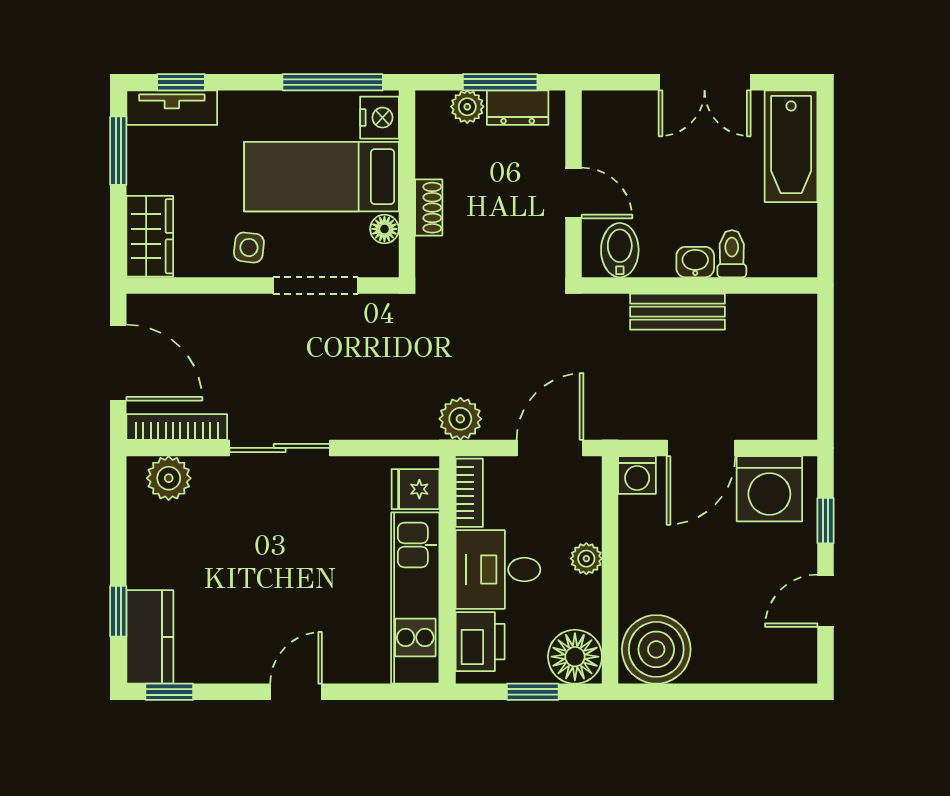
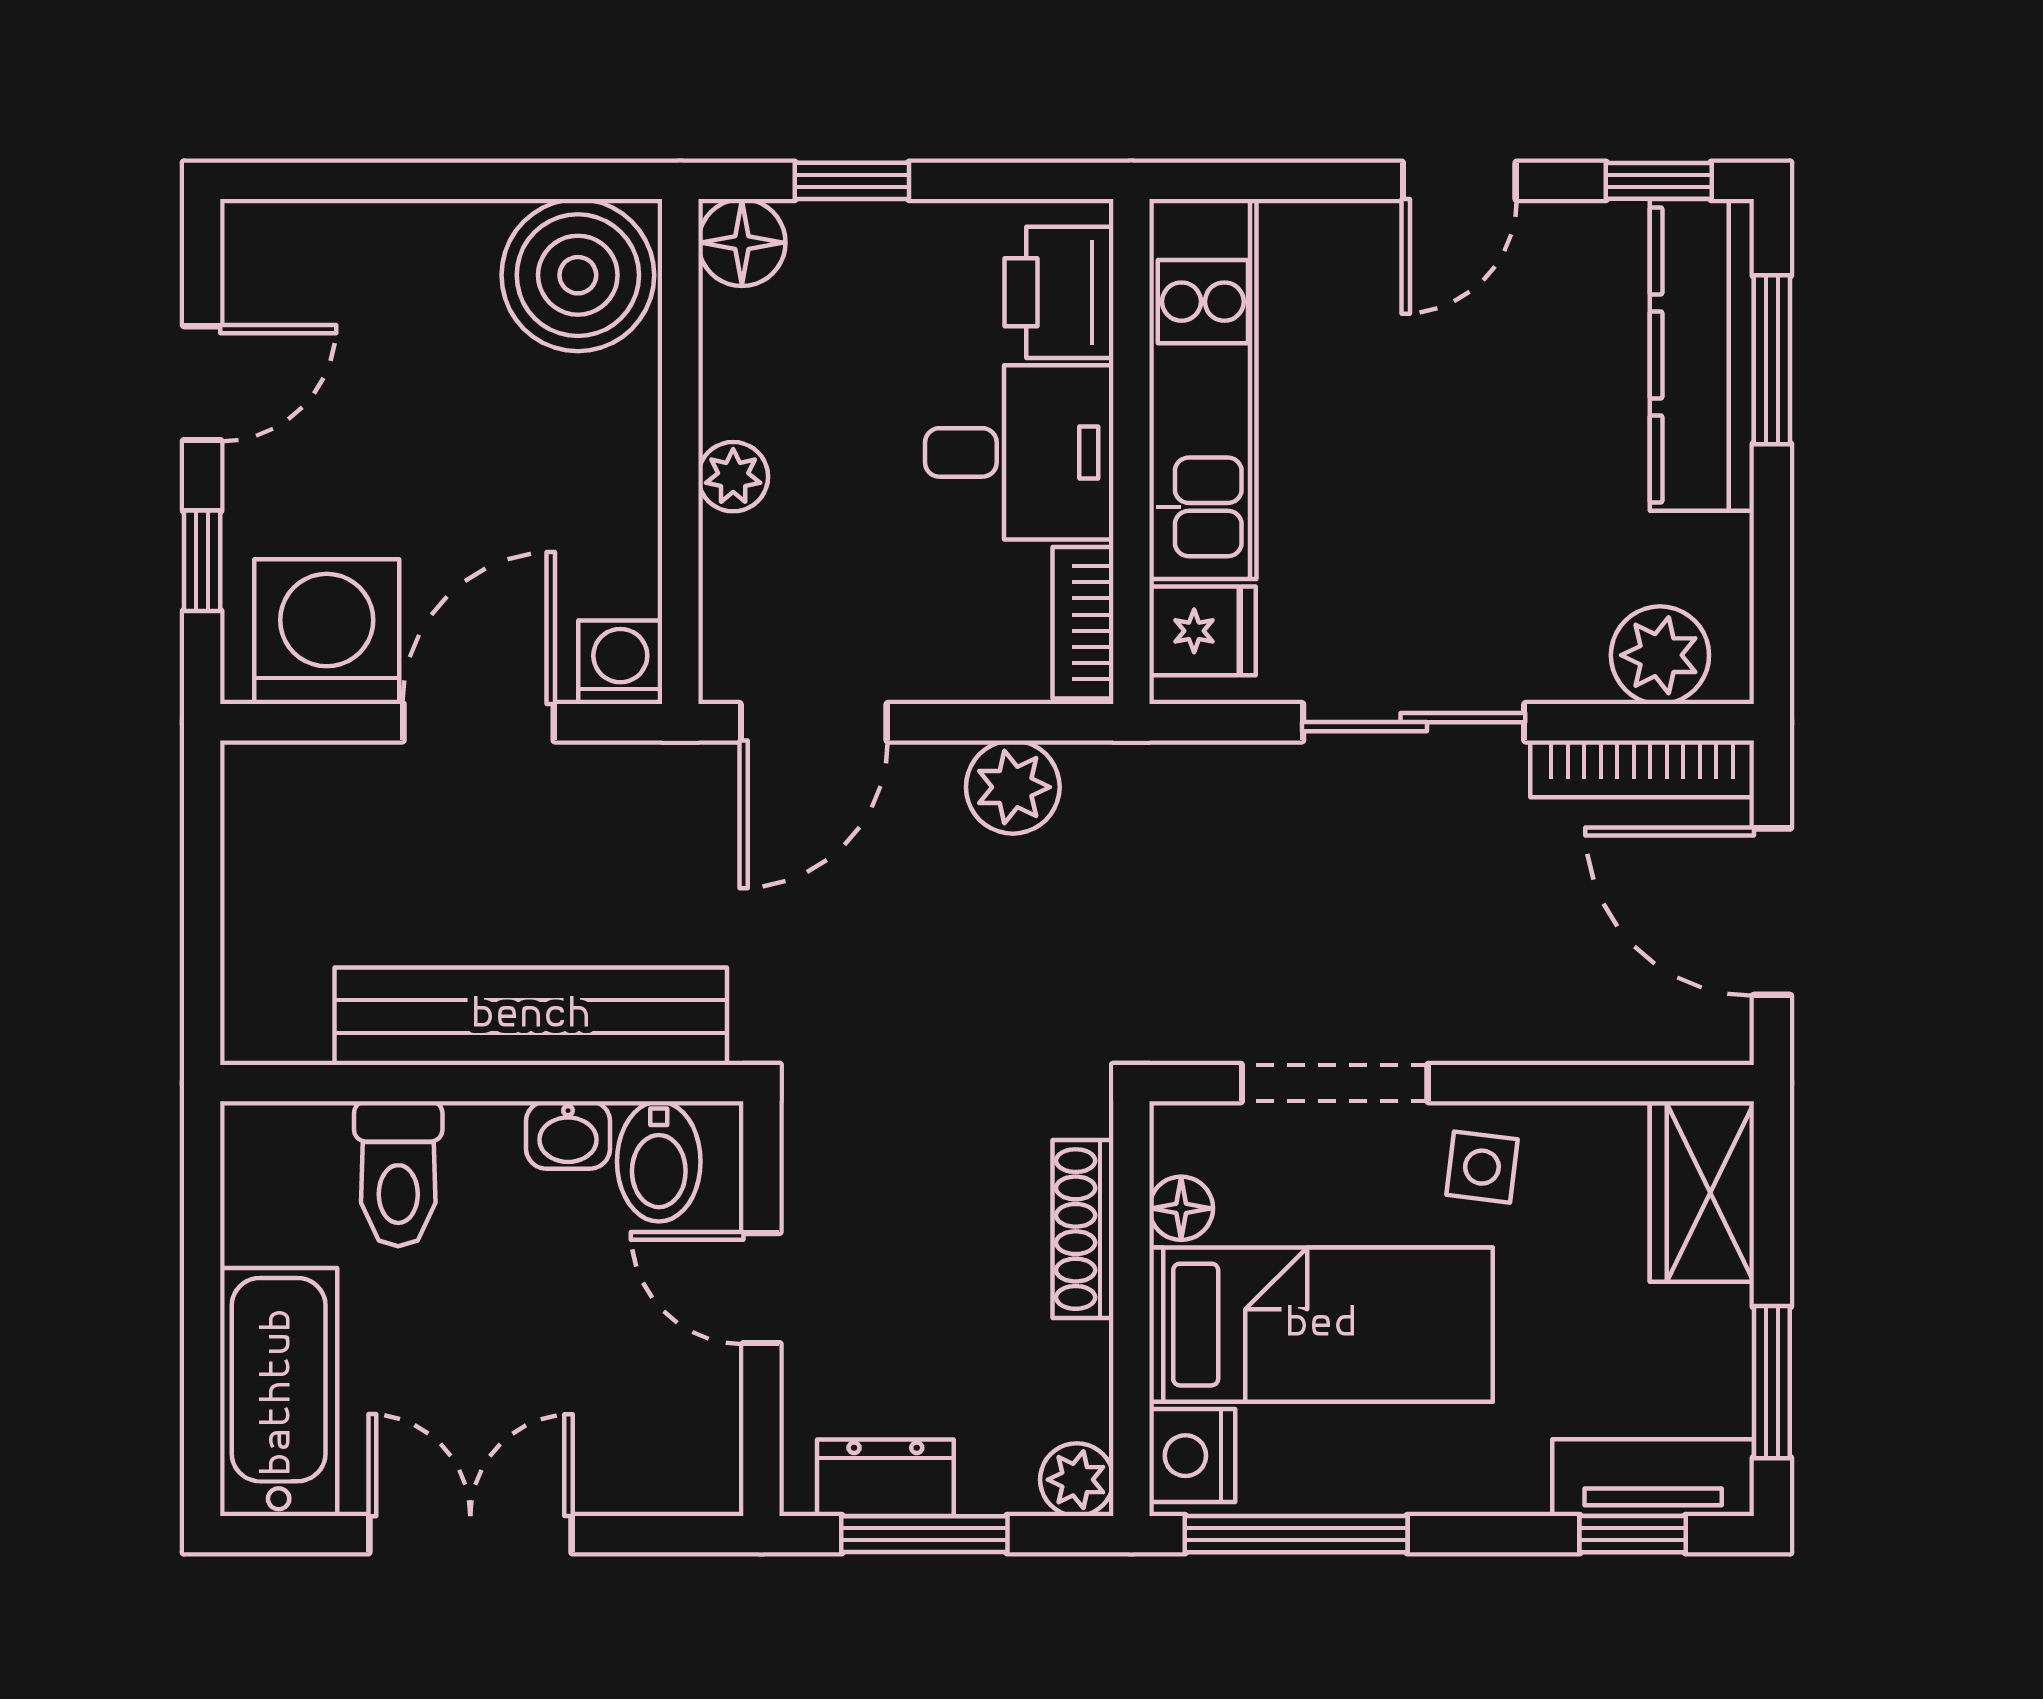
plant: (467, 107) -> (1077, 1480), moved
shoe rack: (429, 208) -> (1083, 1229), width x1.43
toilet: (732, 254) -> (398, 1174), width x1.37, depth x1.39
washbasin: (695, 262) -> (568, 1135), moved
bench: (677, 312) -> (531, 1016), width x1.86, depth x1.21
fridge: (415, 489) -> (1203, 631), moved
bookcase: (469, 493) -> (1083, 623), moved
wall: (448, 570) -> (1131, 452), moved
desk: (498, 570) -> (1019, 452), moved
kitchen unit: (415, 598) -> (1203, 389), moved
window: (118, 611) -> (1772, 360), width x1.50
kitchen counter: (150, 637) -> (1702, 355), width x1.50
printer: (480, 642) -> (1059, 292), moved
floor lamp: (575, 657) -> (742, 243), width x0.73, depth x0.73
door: (296, 692) -> (1459, 181), moved

